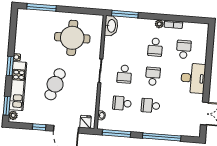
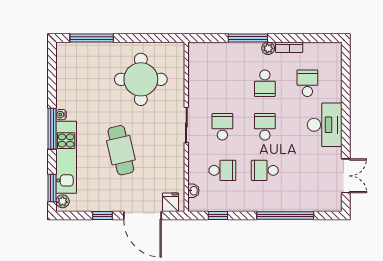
window: (125, 14) -> (248, 38), moved
washbasin: (111, 26) -> (197, 57), removed
window: (10, 66) -> (52, 129), width x1.44
school desk: (124, 74) -> (222, 127), turned 180
cafe table: (55, 84) -> (121, 150), turned -32
school desk: (122, 103) -> (222, 170), turned 180
window: (117, 133) -> (218, 216), width x0.46

